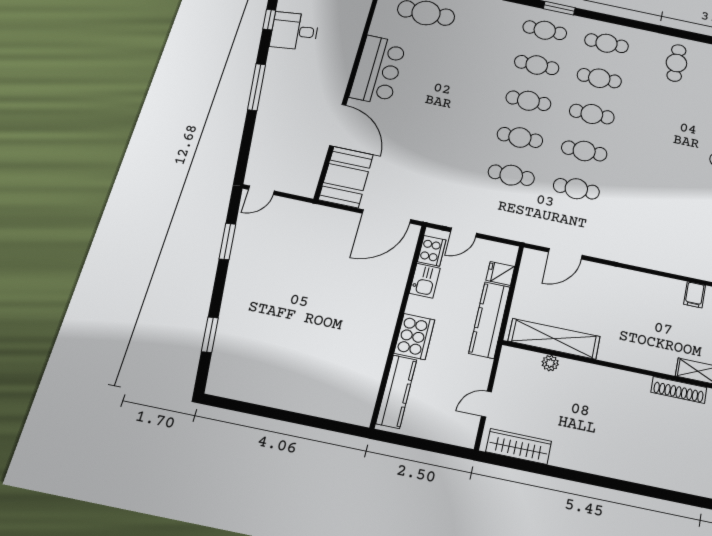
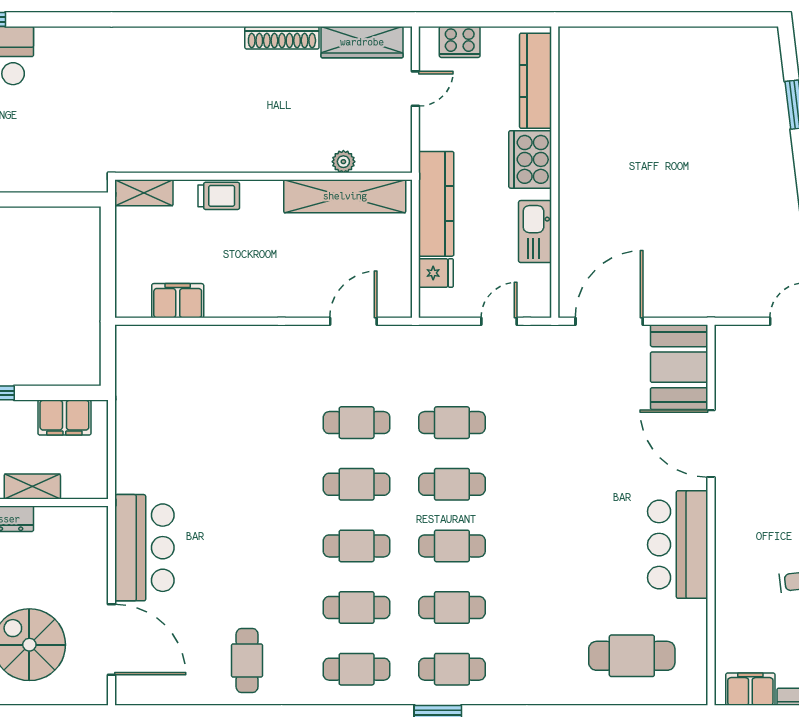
cooker: (432, 251) -> (460, 42), moved, turned -90
kitchen sink: (425, 281) -> (535, 232), width x1.38
filing cabinet: (695, 295) -> (178, 301), width x2.00
trolley: (644, 358) -> (219, 196), added
shoe rack: (679, 390) -> (282, 38), moved, turned 180

